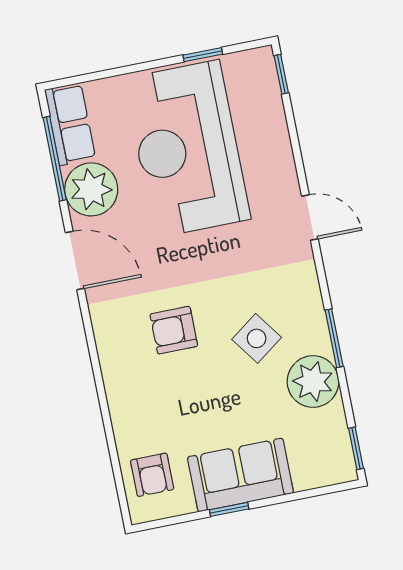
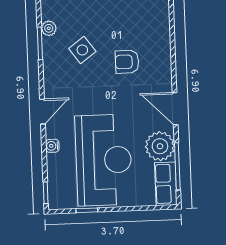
water cooler: (283, 160) -> (52, 146), added
door: (310, 218) -> (42, 112), swing flipped
armchair: (174, 330) -> (127, 62), turned 180
plant: (313, 382) -> (49, 28), width x0.53, depth x0.53

